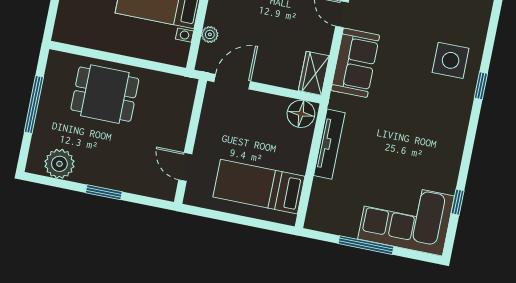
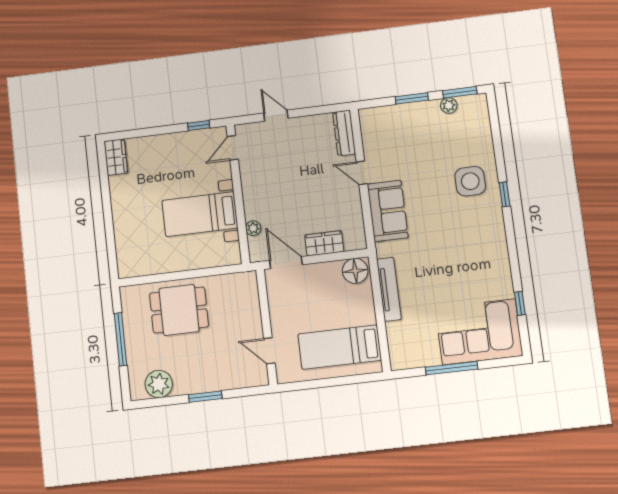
wardrobe: (314, 73) -> (324, 243), moved, turned 90
door: (232, 82) -> (286, 263), hinge flipped

